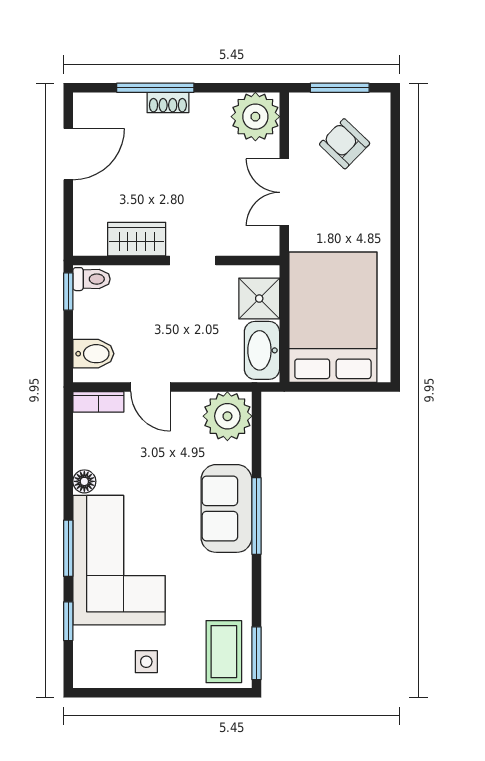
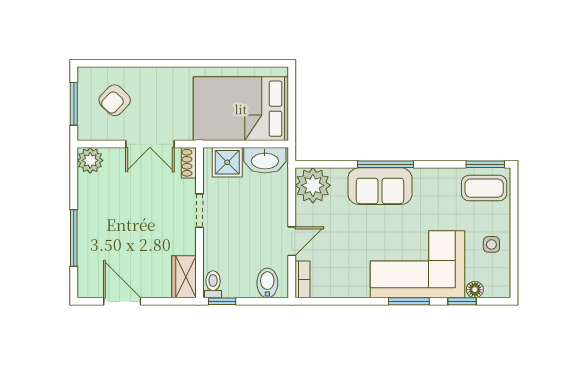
shoe rack: (168, 103) -> (189, 163), moved, turned 180
plant: (255, 117) -> (90, 160), width x0.73, depth x0.73
wardrobe: (137, 239) -> (184, 277), moved
floor lamp: (84, 481) -> (475, 290), moved

